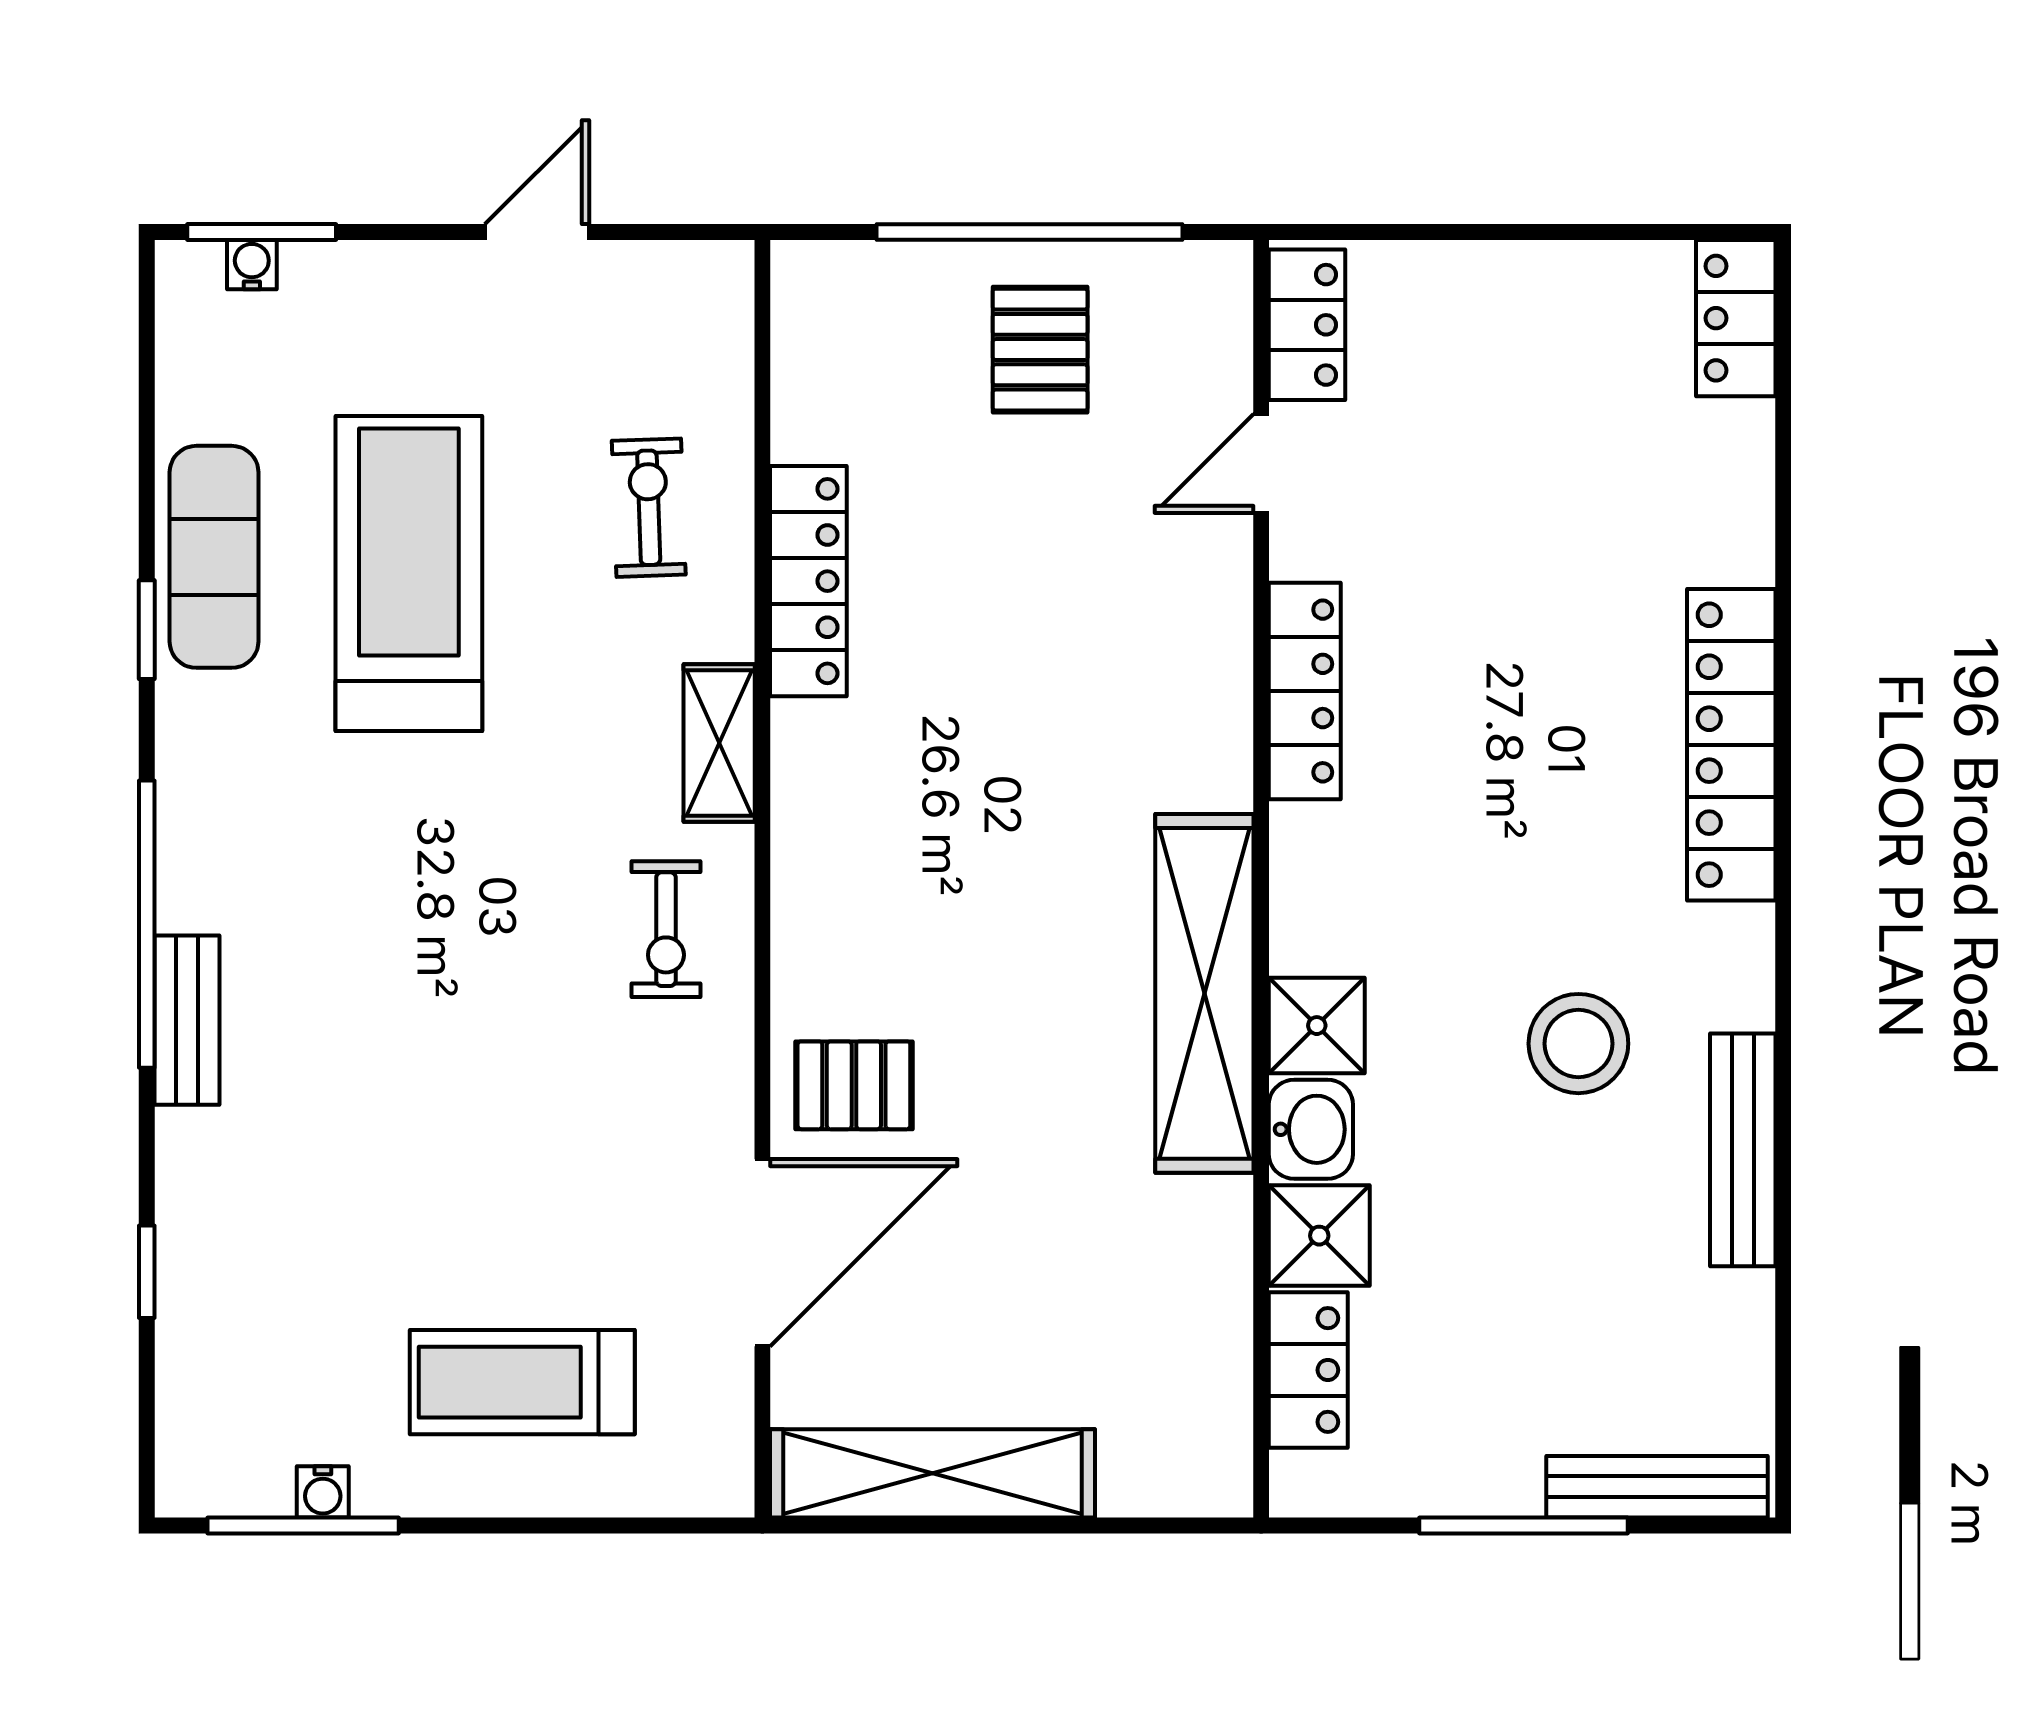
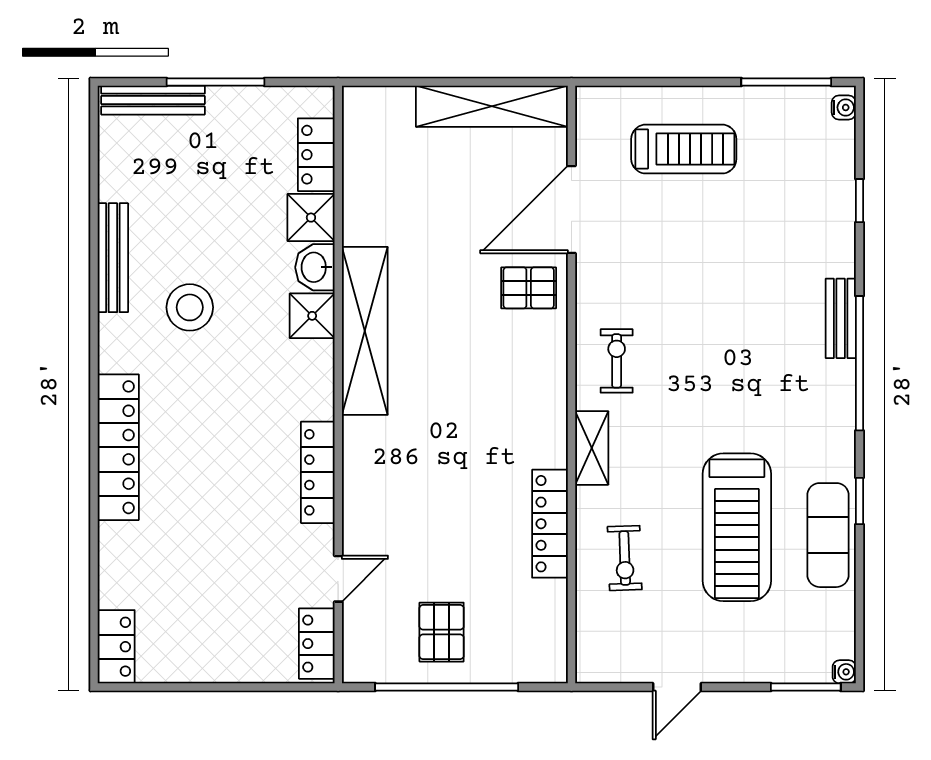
water cooler: (252, 265) -> (844, 672), moved, turned -90
water cooler: (323, 1492) -> (844, 107), moved, turned 90

